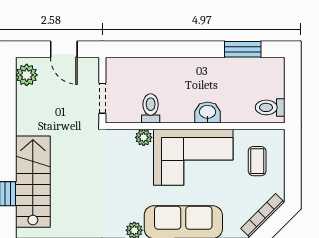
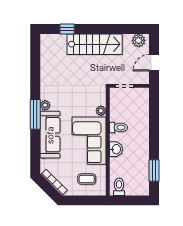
toilet: (151, 108) -> (118, 127), moved
stairs: (33, 182) -> (95, 44), moved

